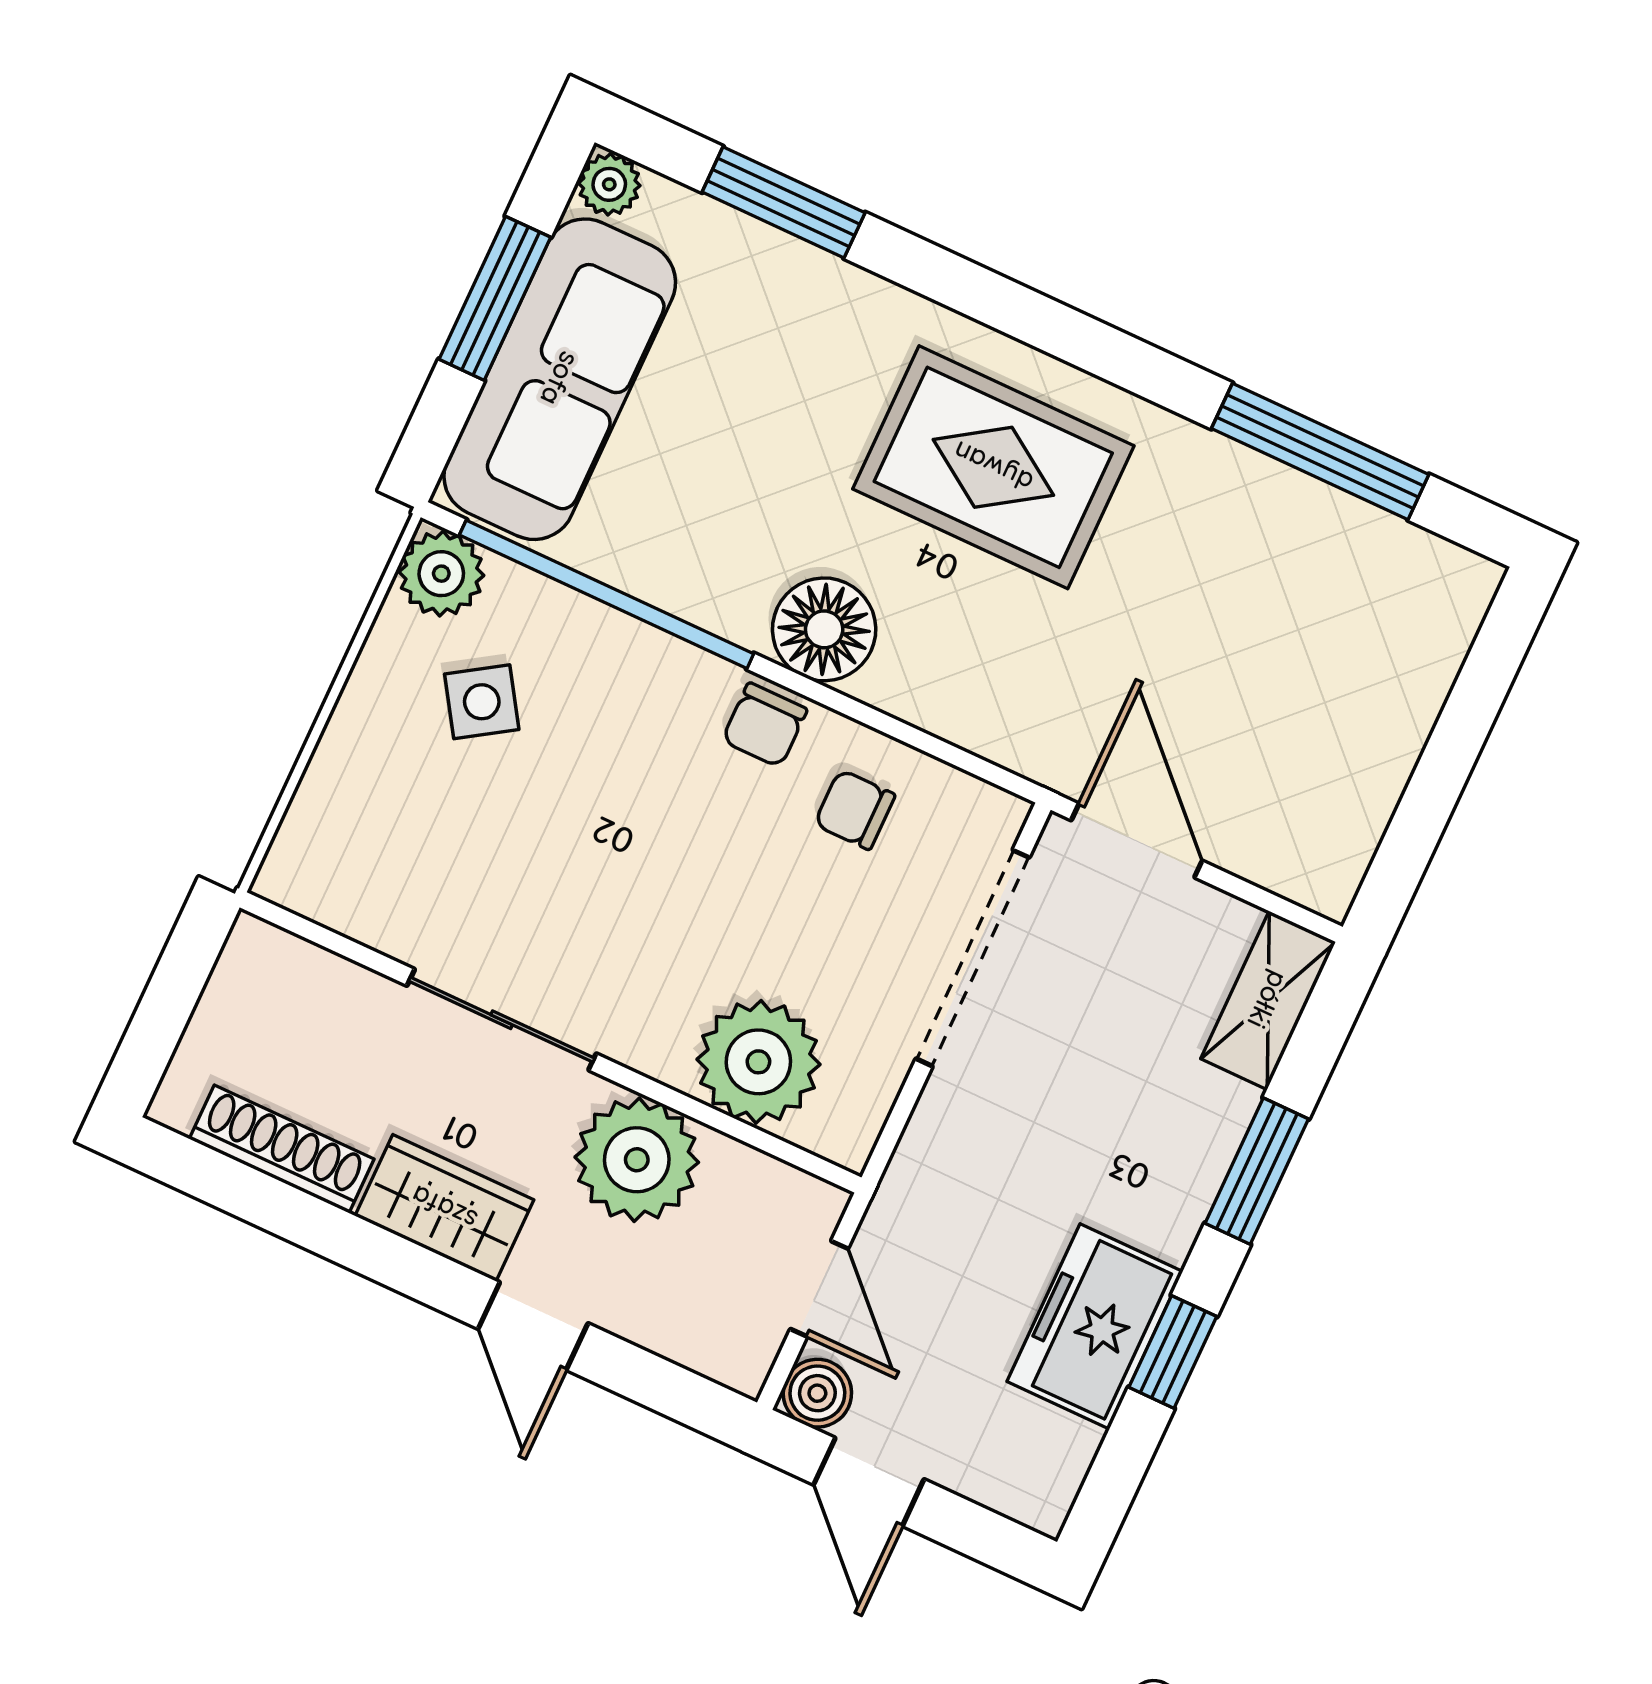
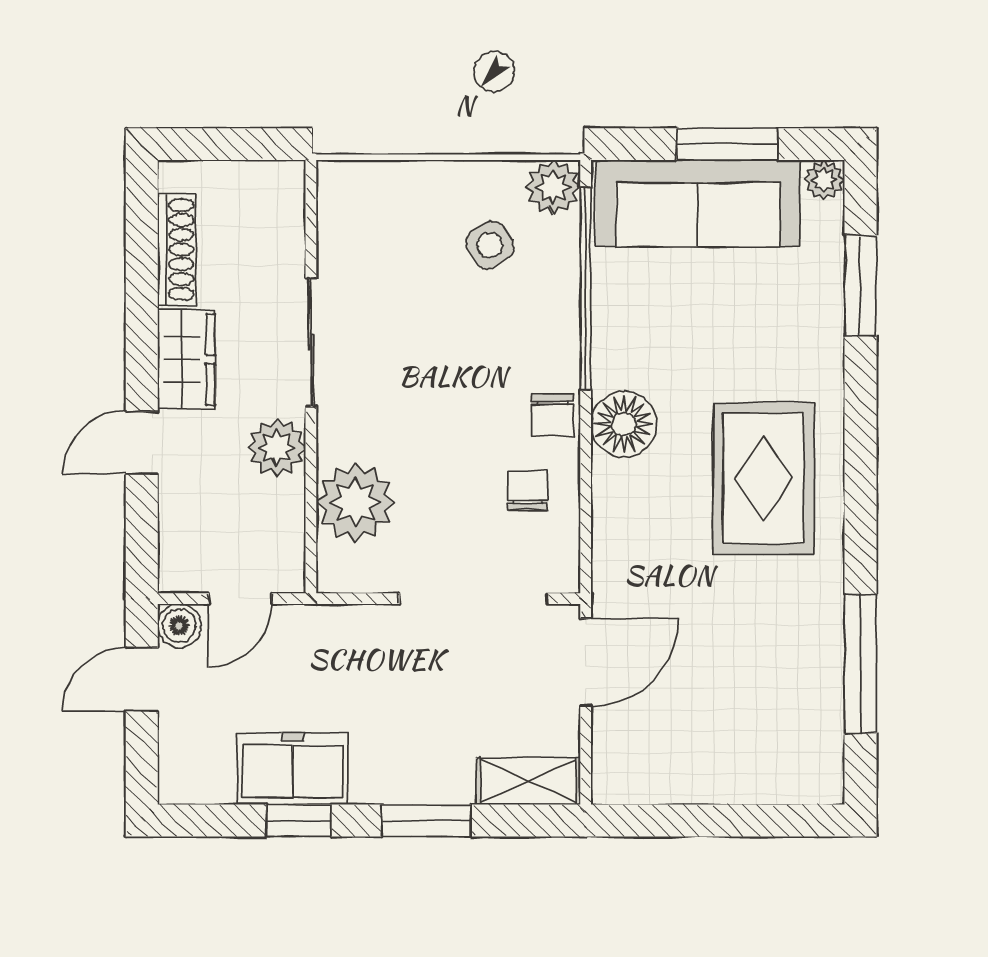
chair: (764, 725) -> (552, 415), turned -90
plant: (637, 1160) -> (277, 448), width x0.73, depth x0.73

